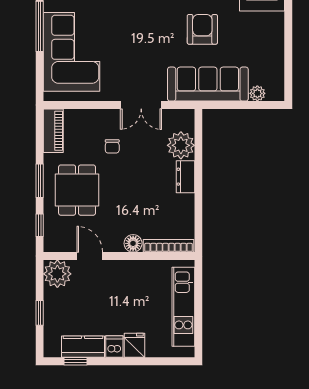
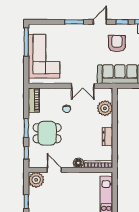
dresser: (185, 177) -> (107, 136), moved
dining table: (77, 190) -> (47, 133), turned 90

